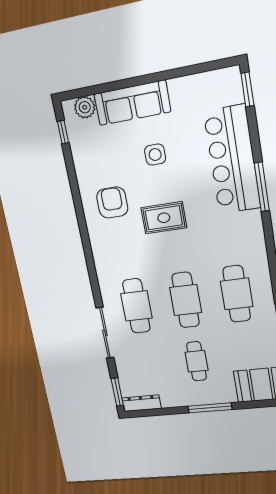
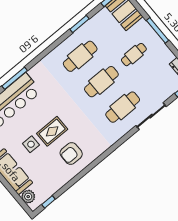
rug: (164, 218) -> (52, 131), moved, turned 90

